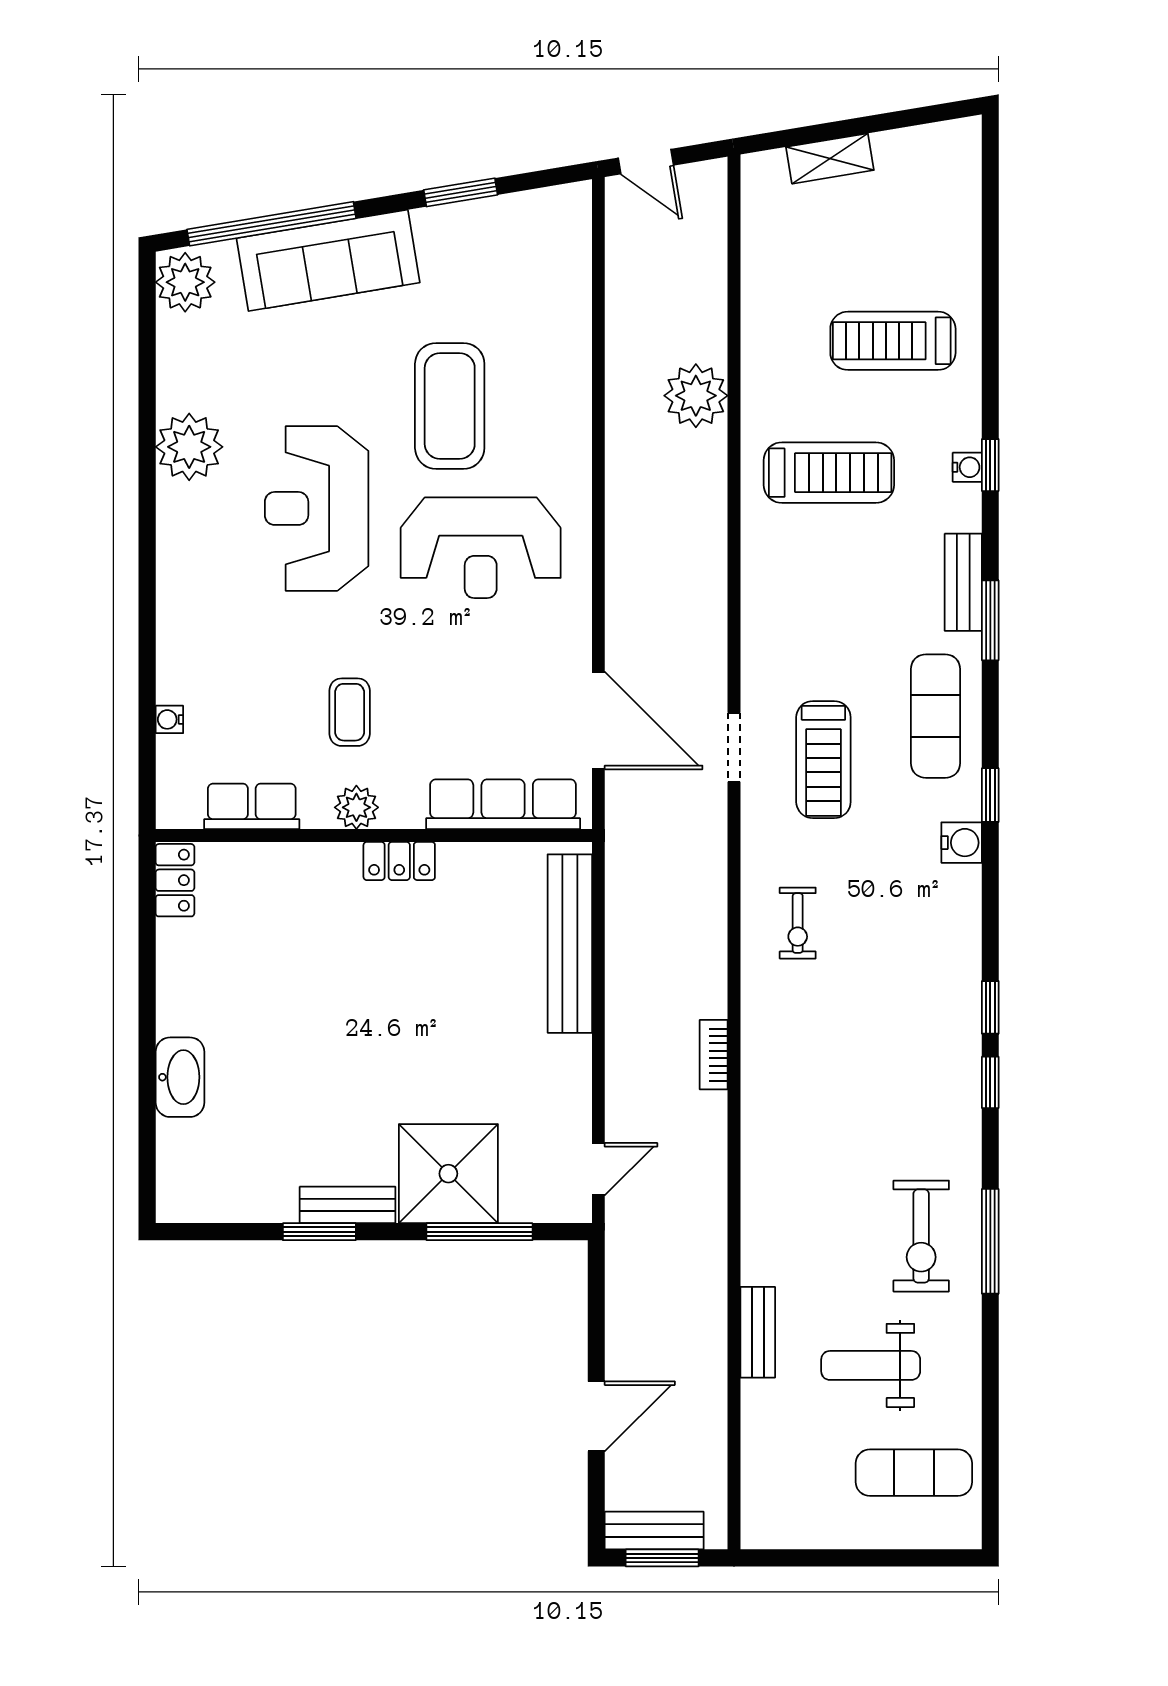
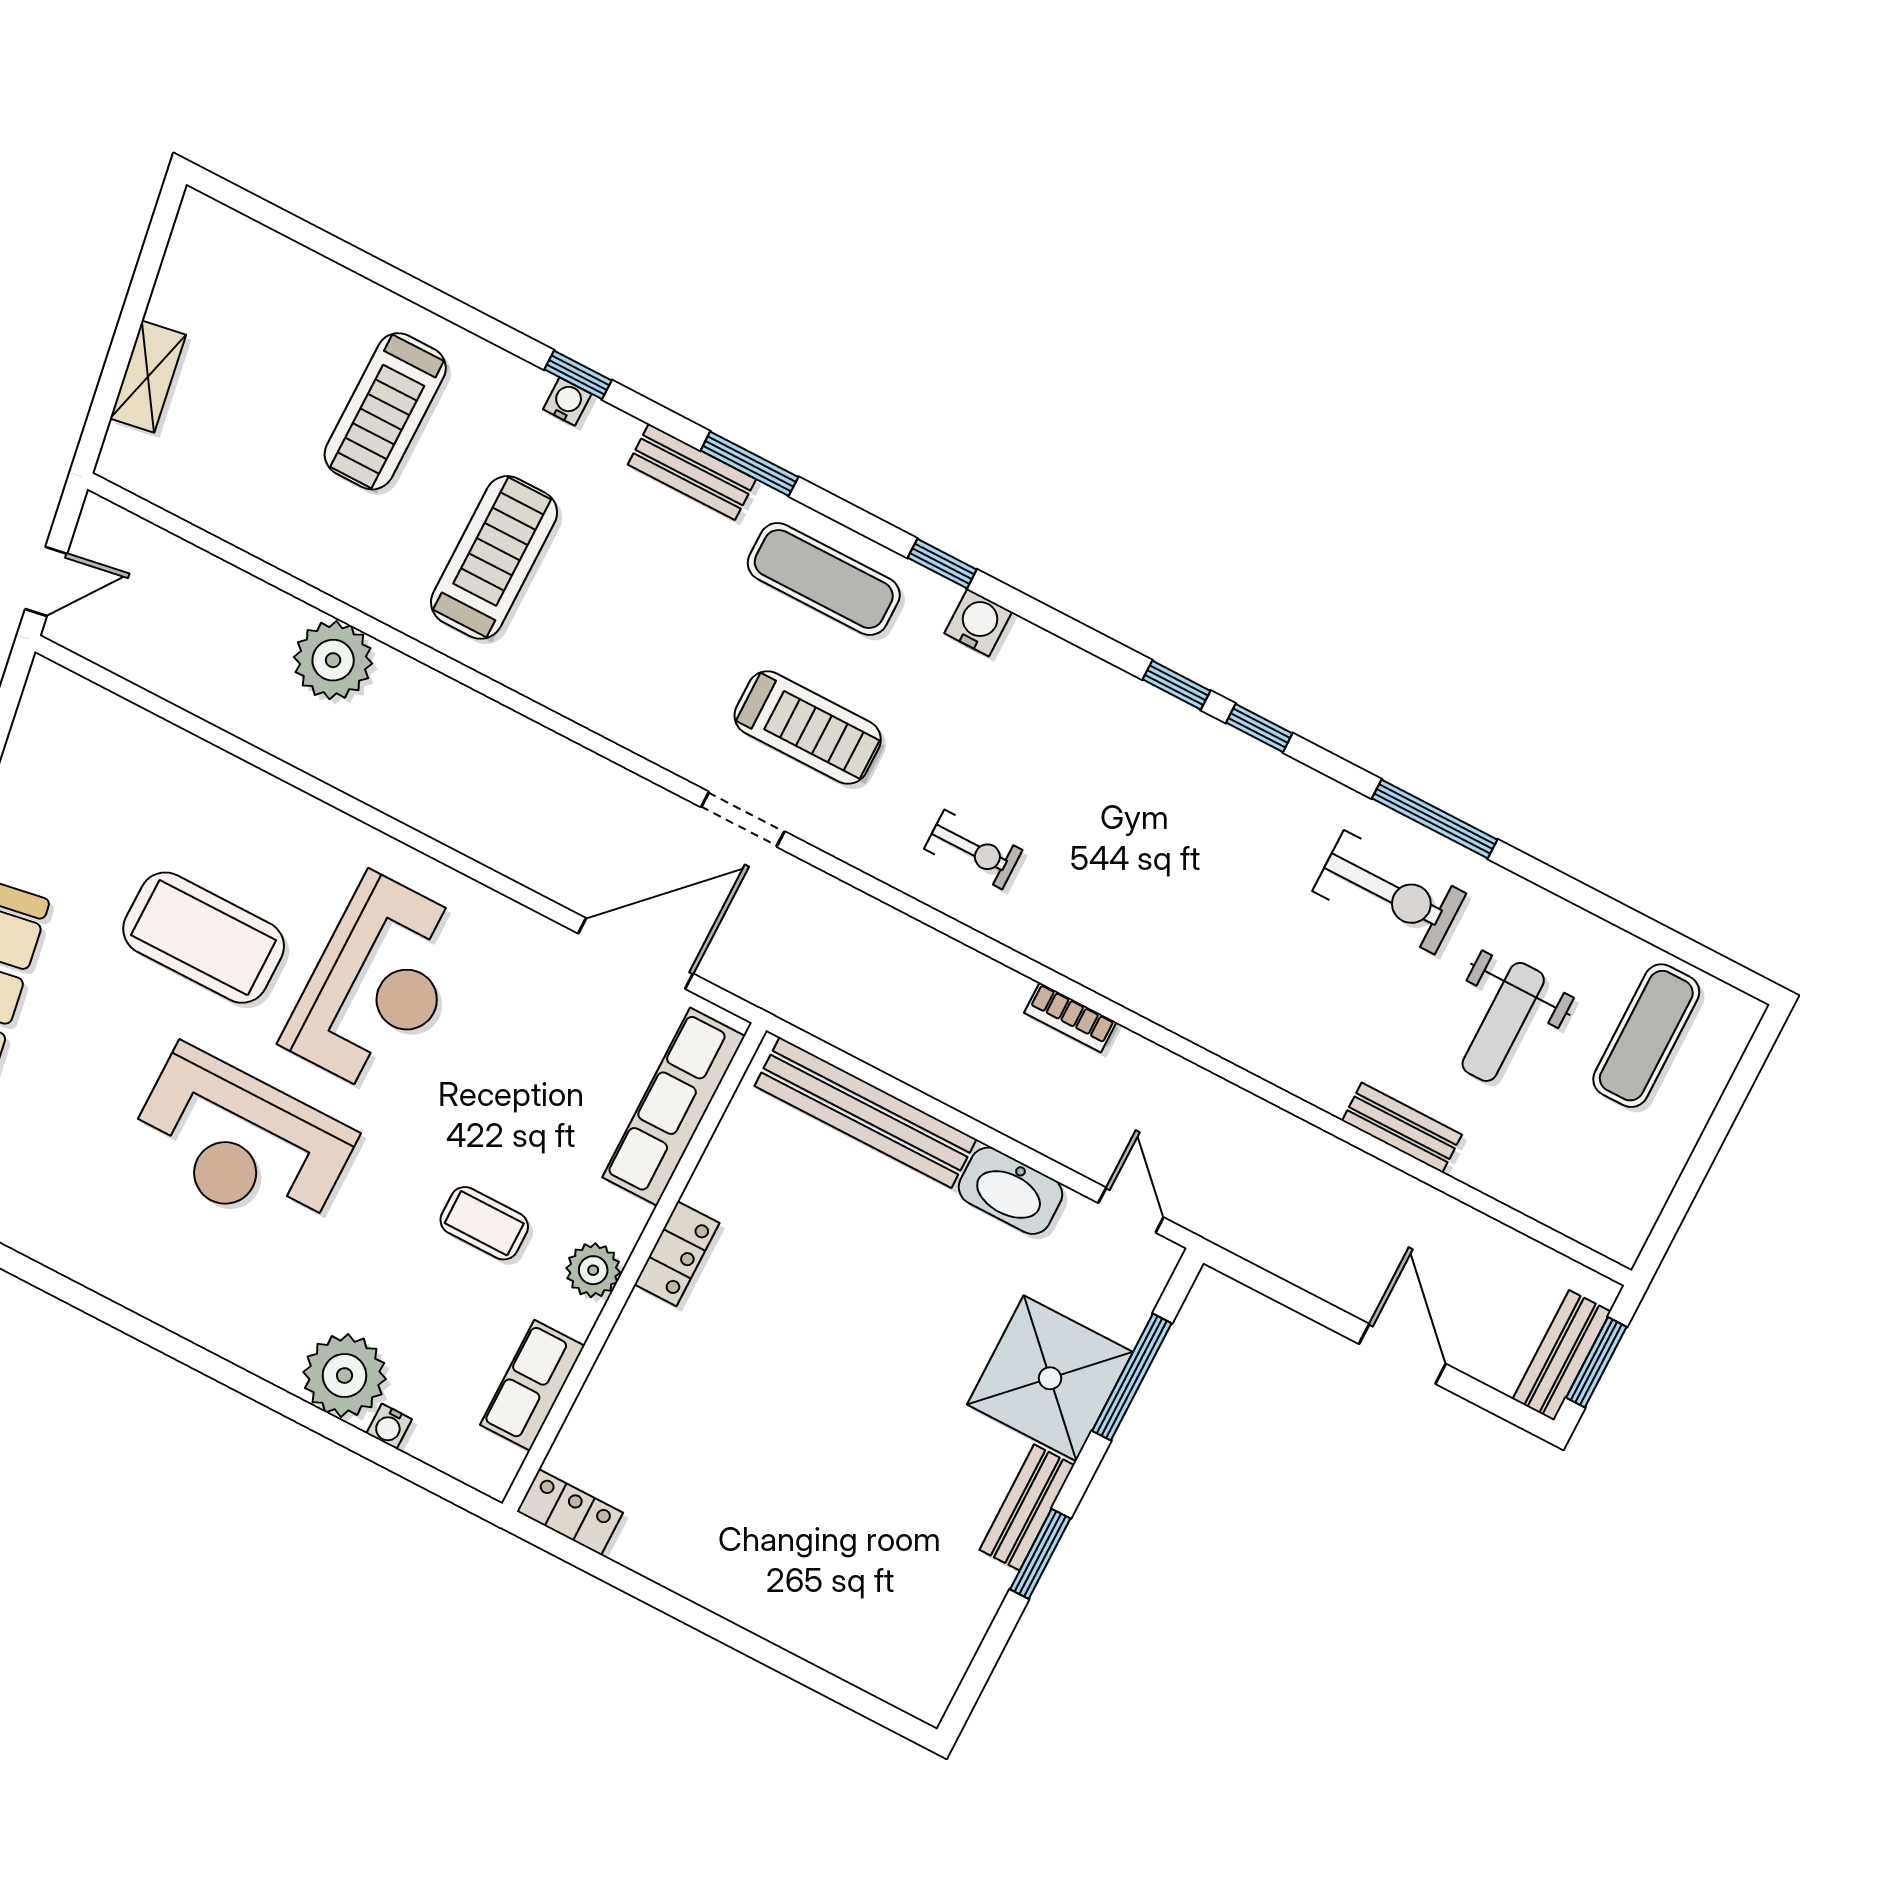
plant: (189, 447) -> (345, 1376), moved
washbasin: (180, 1077) -> (1010, 1191), moved, turned 180

